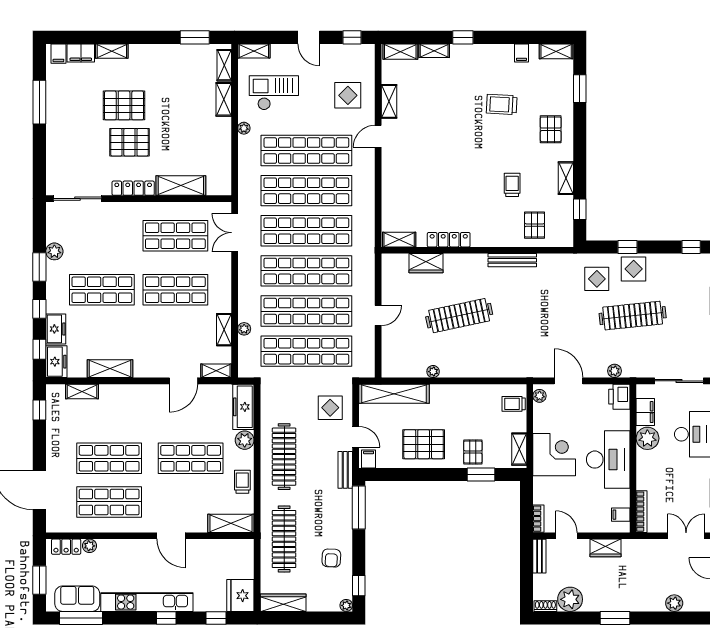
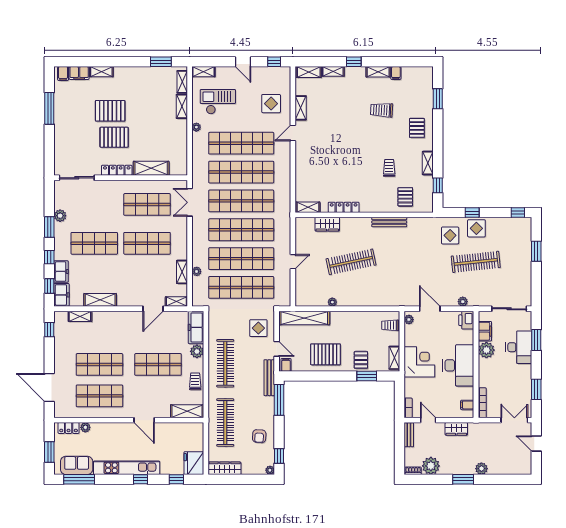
shelving: (556, 51) -> (378, 72), moved
bench: (345, 470) -> (269, 378), width x1.36
plant: (674, 603) -> (481, 469), moved

